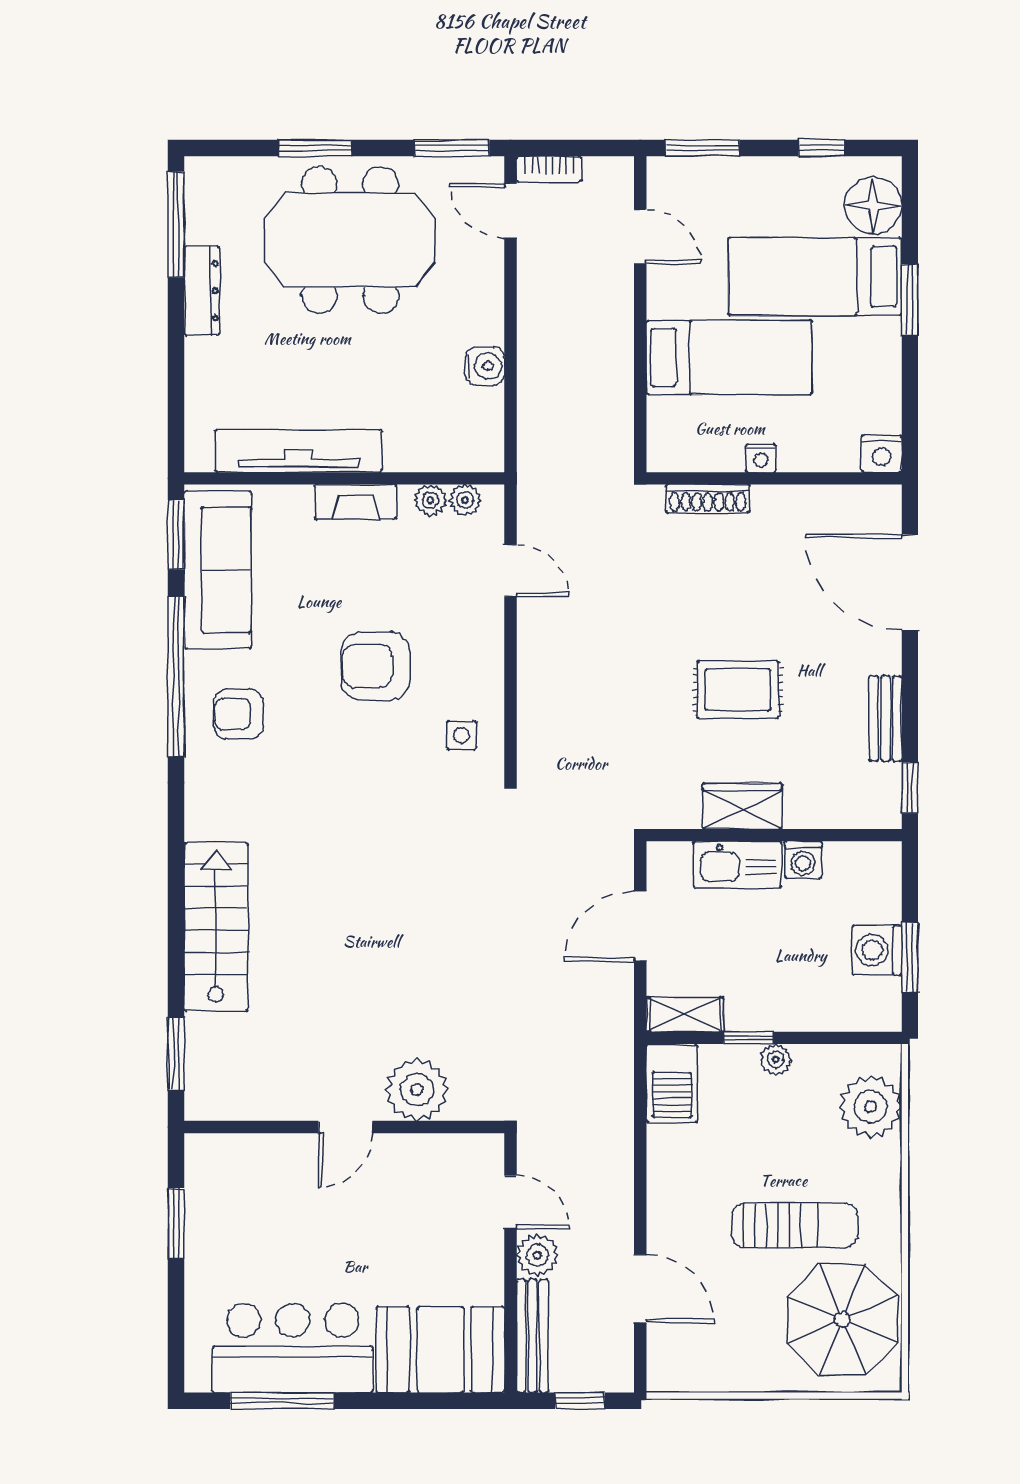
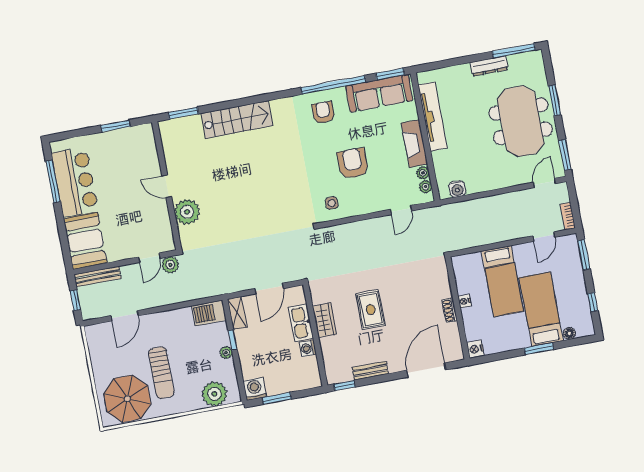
bookcase: (549, 169) -> (568, 216), moved
floor lamp: (873, 206) -> (569, 333), width x0.53, depth x0.53
water cooler: (485, 366) -> (457, 189), moved
shoe rack: (708, 499) -> (450, 310), moved, width x0.70
fireplace: (355, 502) -> (414, 144), width x1.37, depth x1.32
door: (640, 926) -> (269, 289), swing flipped
washing machine: (877, 950) -> (255, 389), moved
plant: (537, 1255) -> (170, 265), moved

